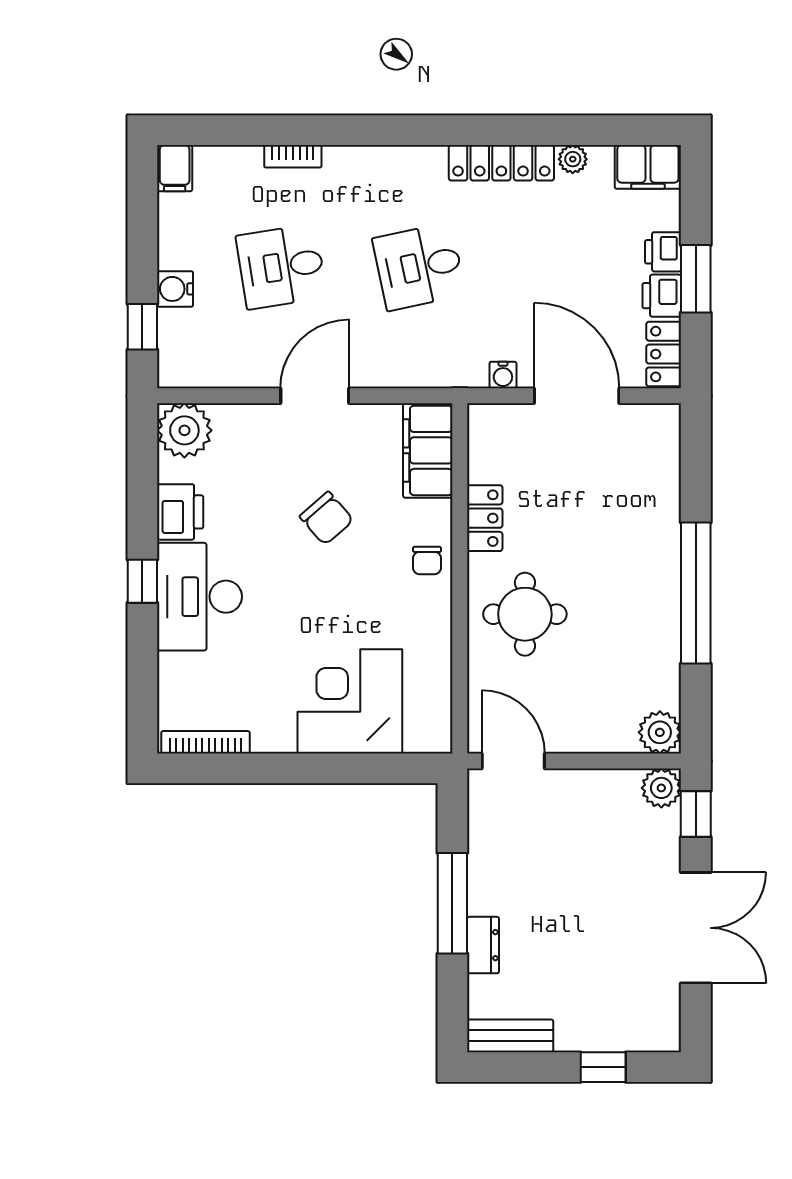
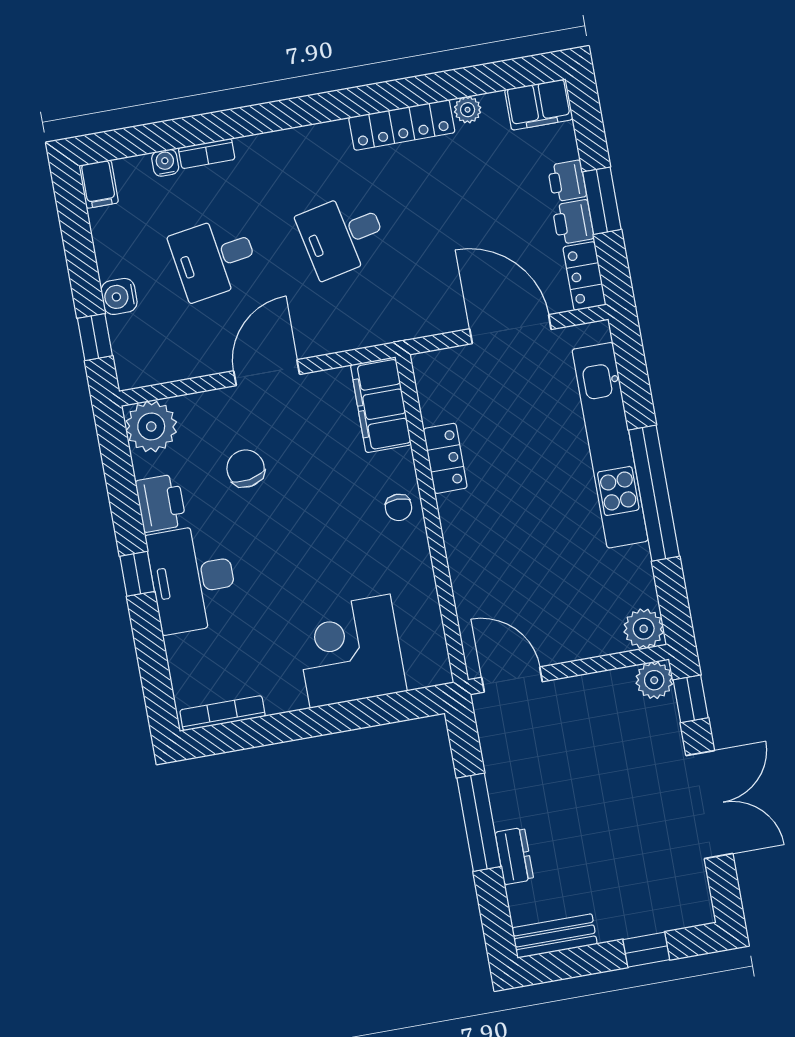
water cooler: (503, 375) -> (165, 163), moved, turned 180
chair: (327, 518) -> (246, 469), moved, turned -149
kitchen unit: (659, 535) -> (610, 445), added
round table: (525, 614) -> (499, 541), removed

